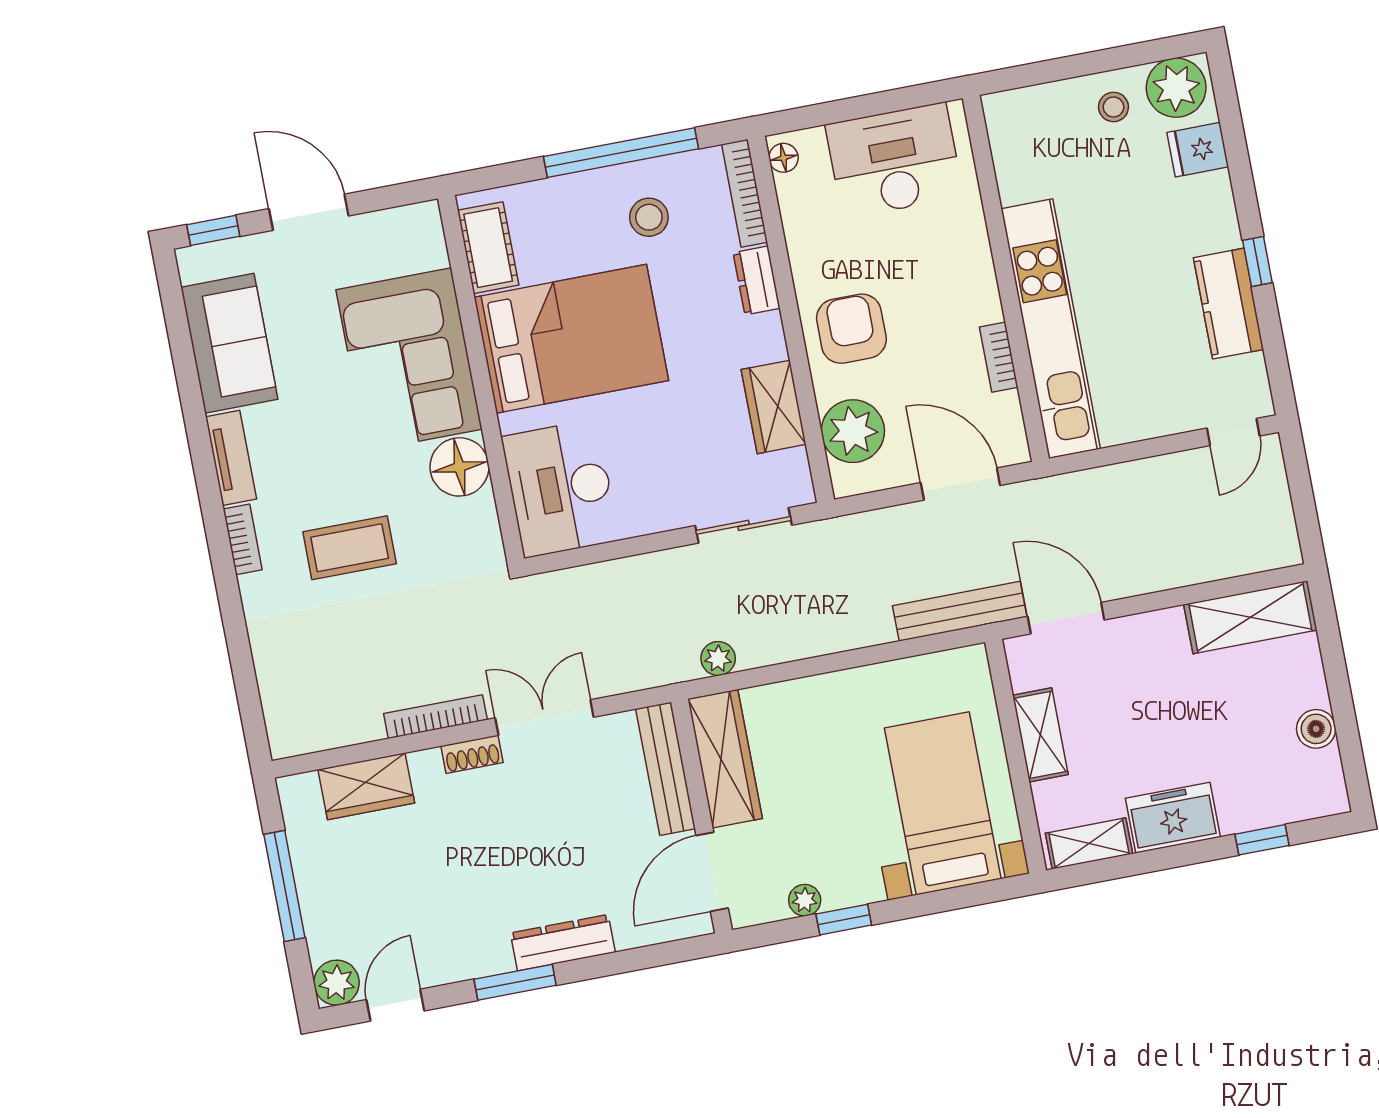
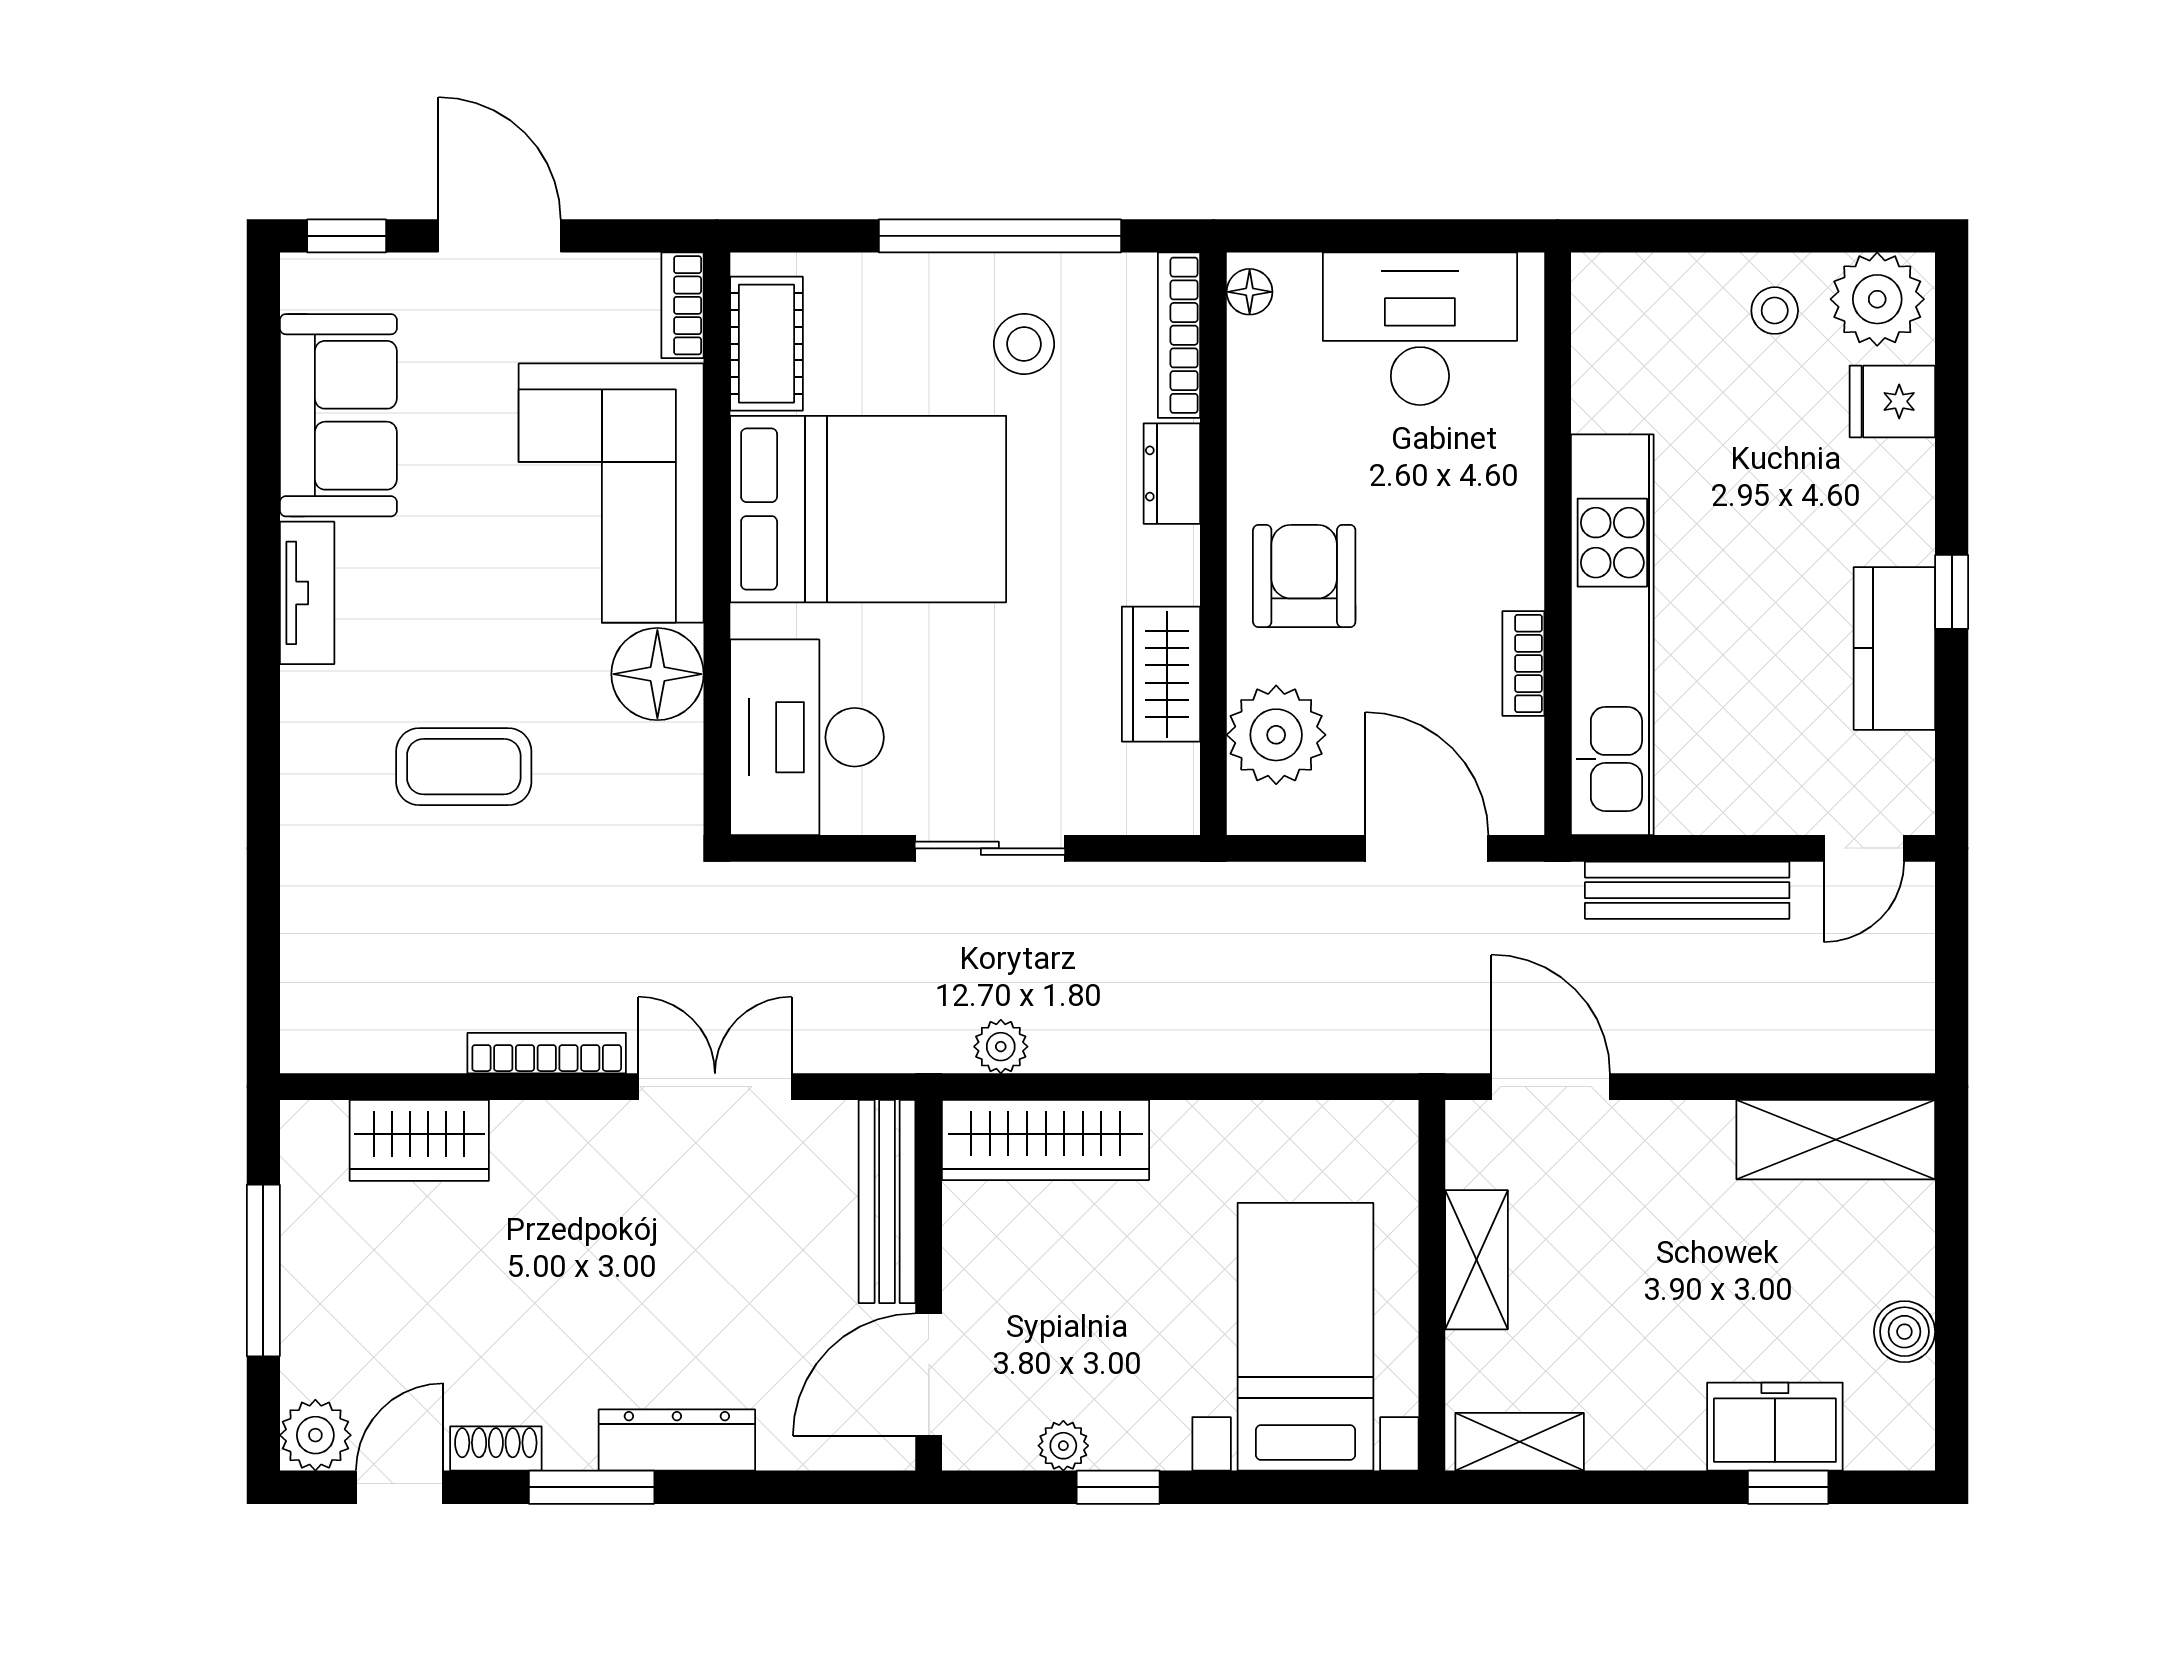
sliding door: (744, 525) -> (990, 848), moved
bookcase: (243, 539) -> (682, 305), moved, turned 180
bench: (960, 611) -> (1687, 890), moved
shoe rack: (472, 754) -> (496, 1448), moved, turned 180
wardrobe: (725, 759) -> (1046, 1140), moved, turned 90
freezer: (1173, 818) -> (1775, 1427), moved

